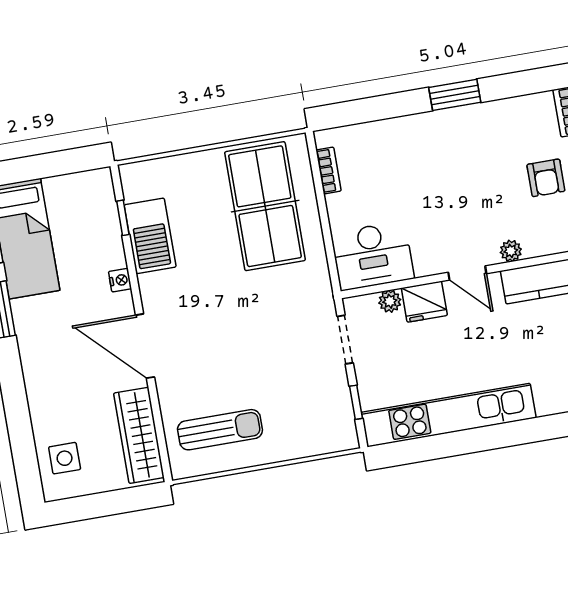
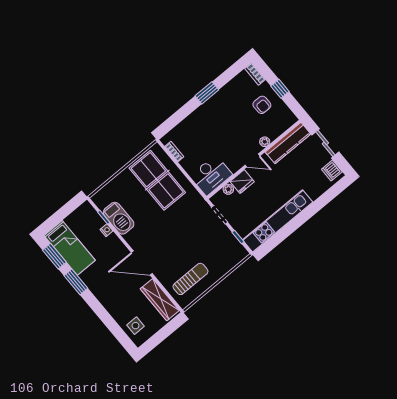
nightstand: (120, 280) -> (106, 230), moved

